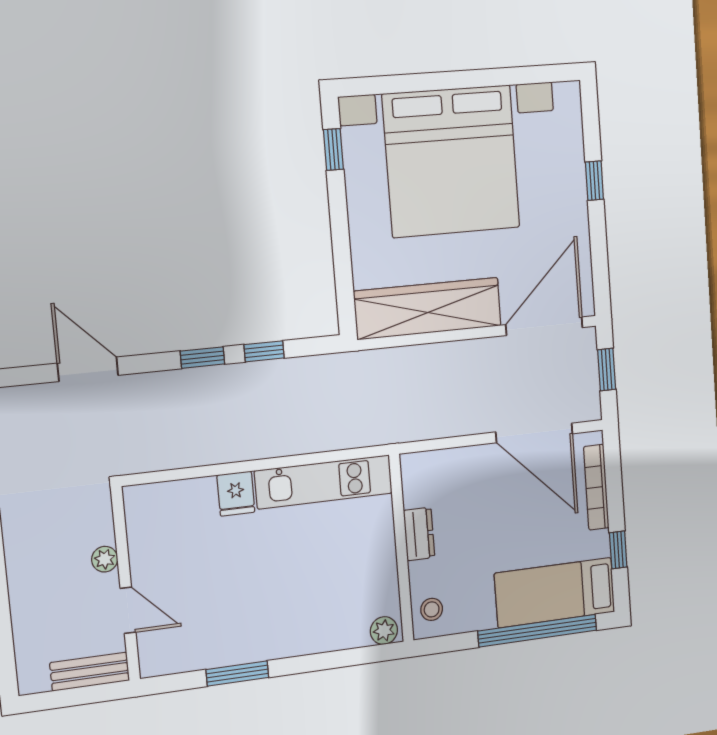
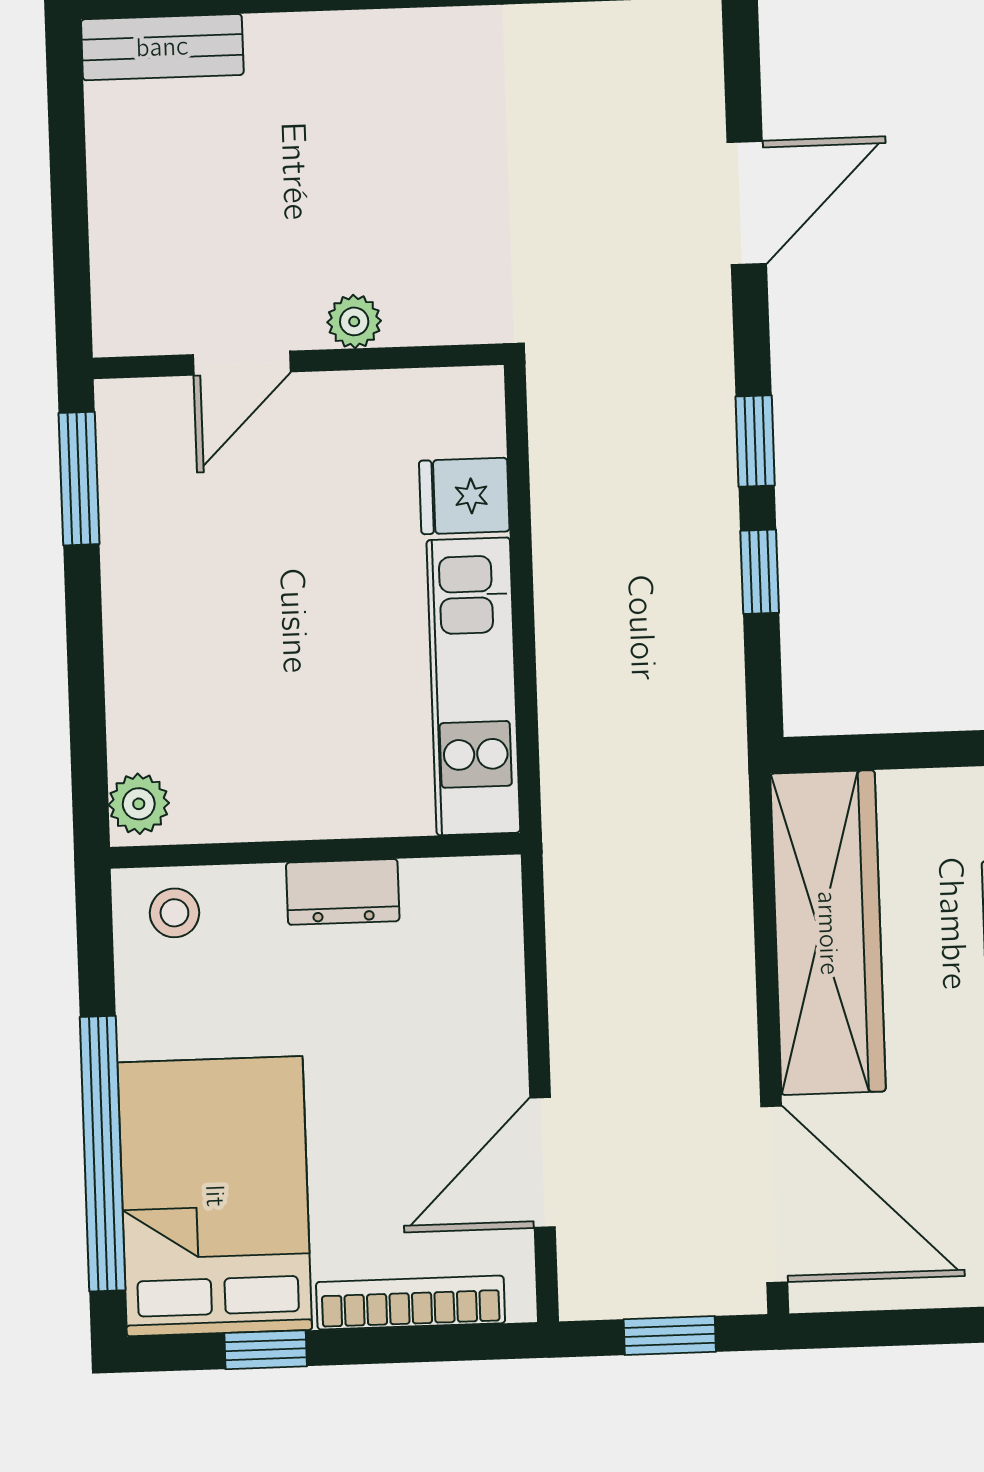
door: (534, 433) -> (542, 1162), width x0.73
plant: (105, 559) -> (354, 321), moved
wall: (125, 584) -> (298, 361), moved
bed: (555, 593) -> (215, 1196), width x1.50
door: (128, 610) -> (242, 363), moved
bench: (90, 672) -> (162, 47), moved, turned 90

